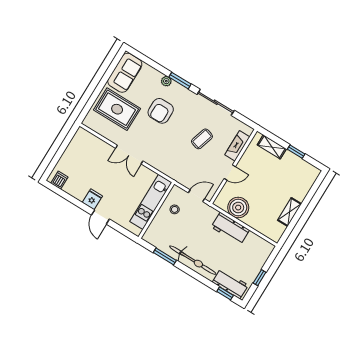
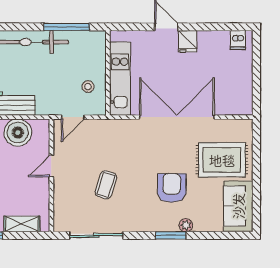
sliding door: (216, 102) -> (96, 235), moved
fireplace: (237, 146) -> (61, 201), removed
double door: (129, 155) -> (177, 117), width x1.87
window: (165, 256) -> (67, 27), width x1.44

